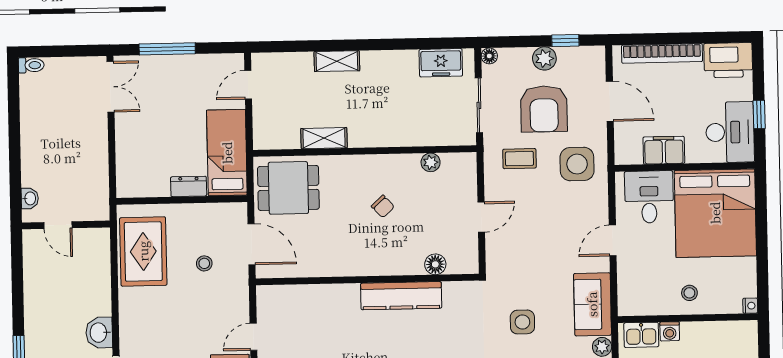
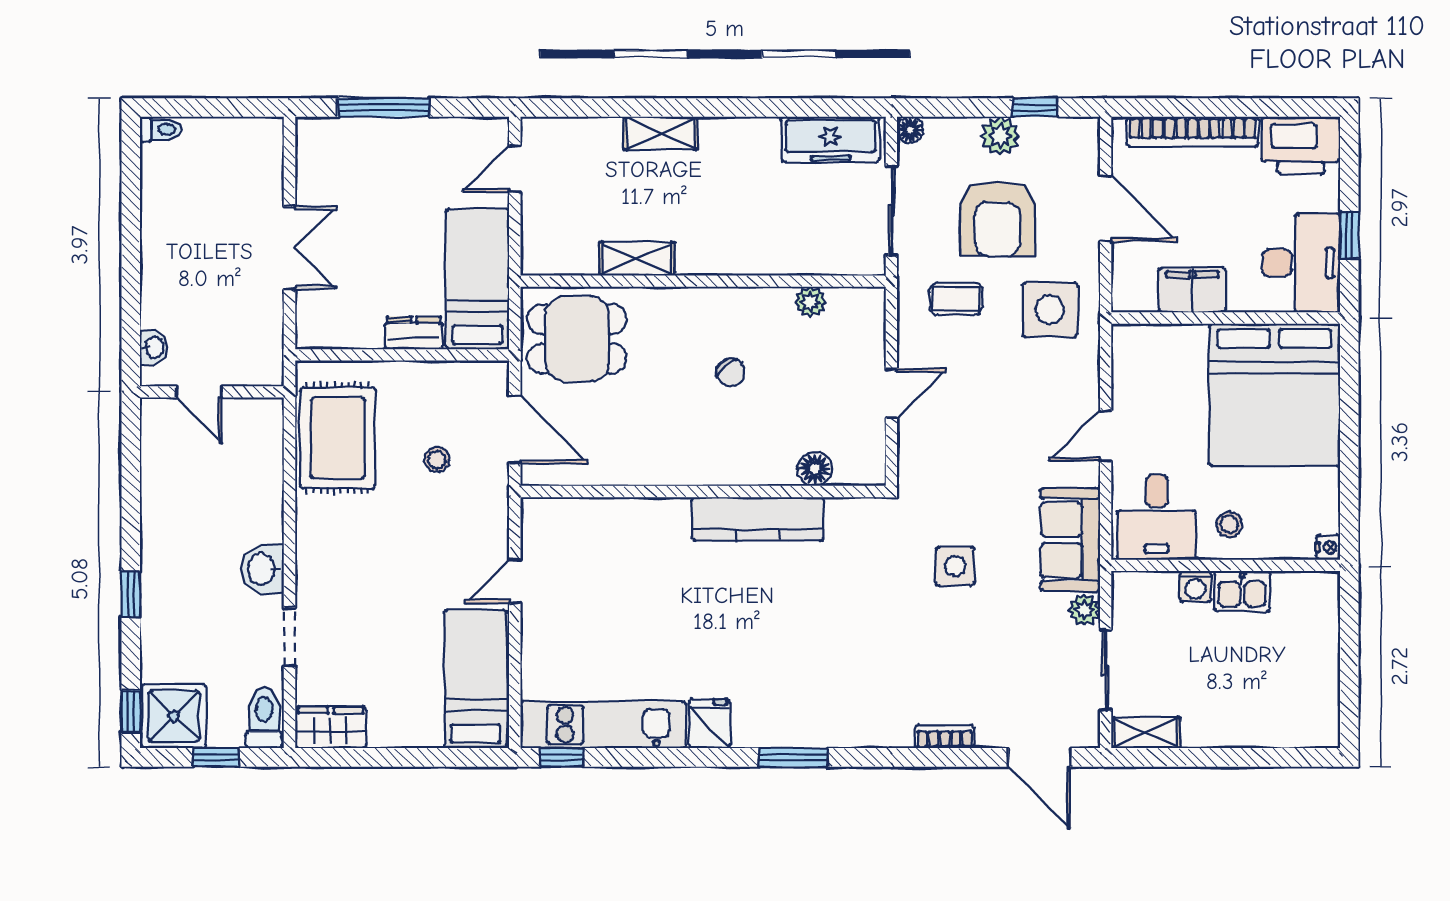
freezer: (441, 63) -> (831, 139), width x1.40
double door: (110, 87) -> (290, 248), moved
desk: (649, 197) -> (1157, 517), moved, turned 180
kitchen sink: (641, 335) -> (1242, 591), moved

